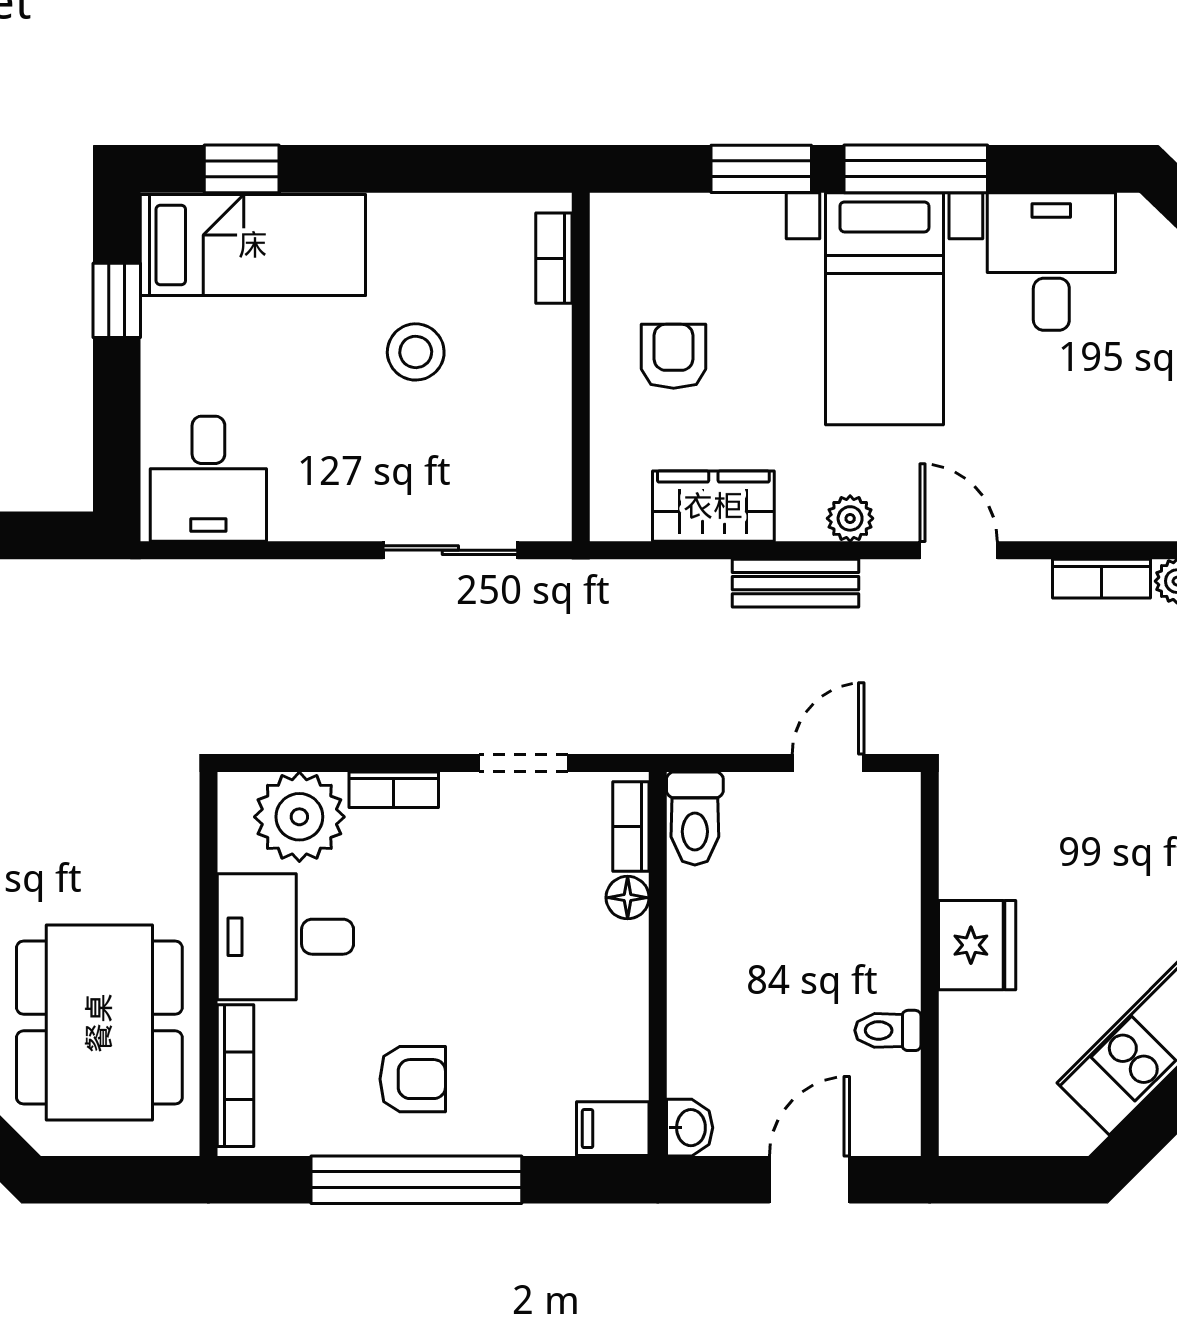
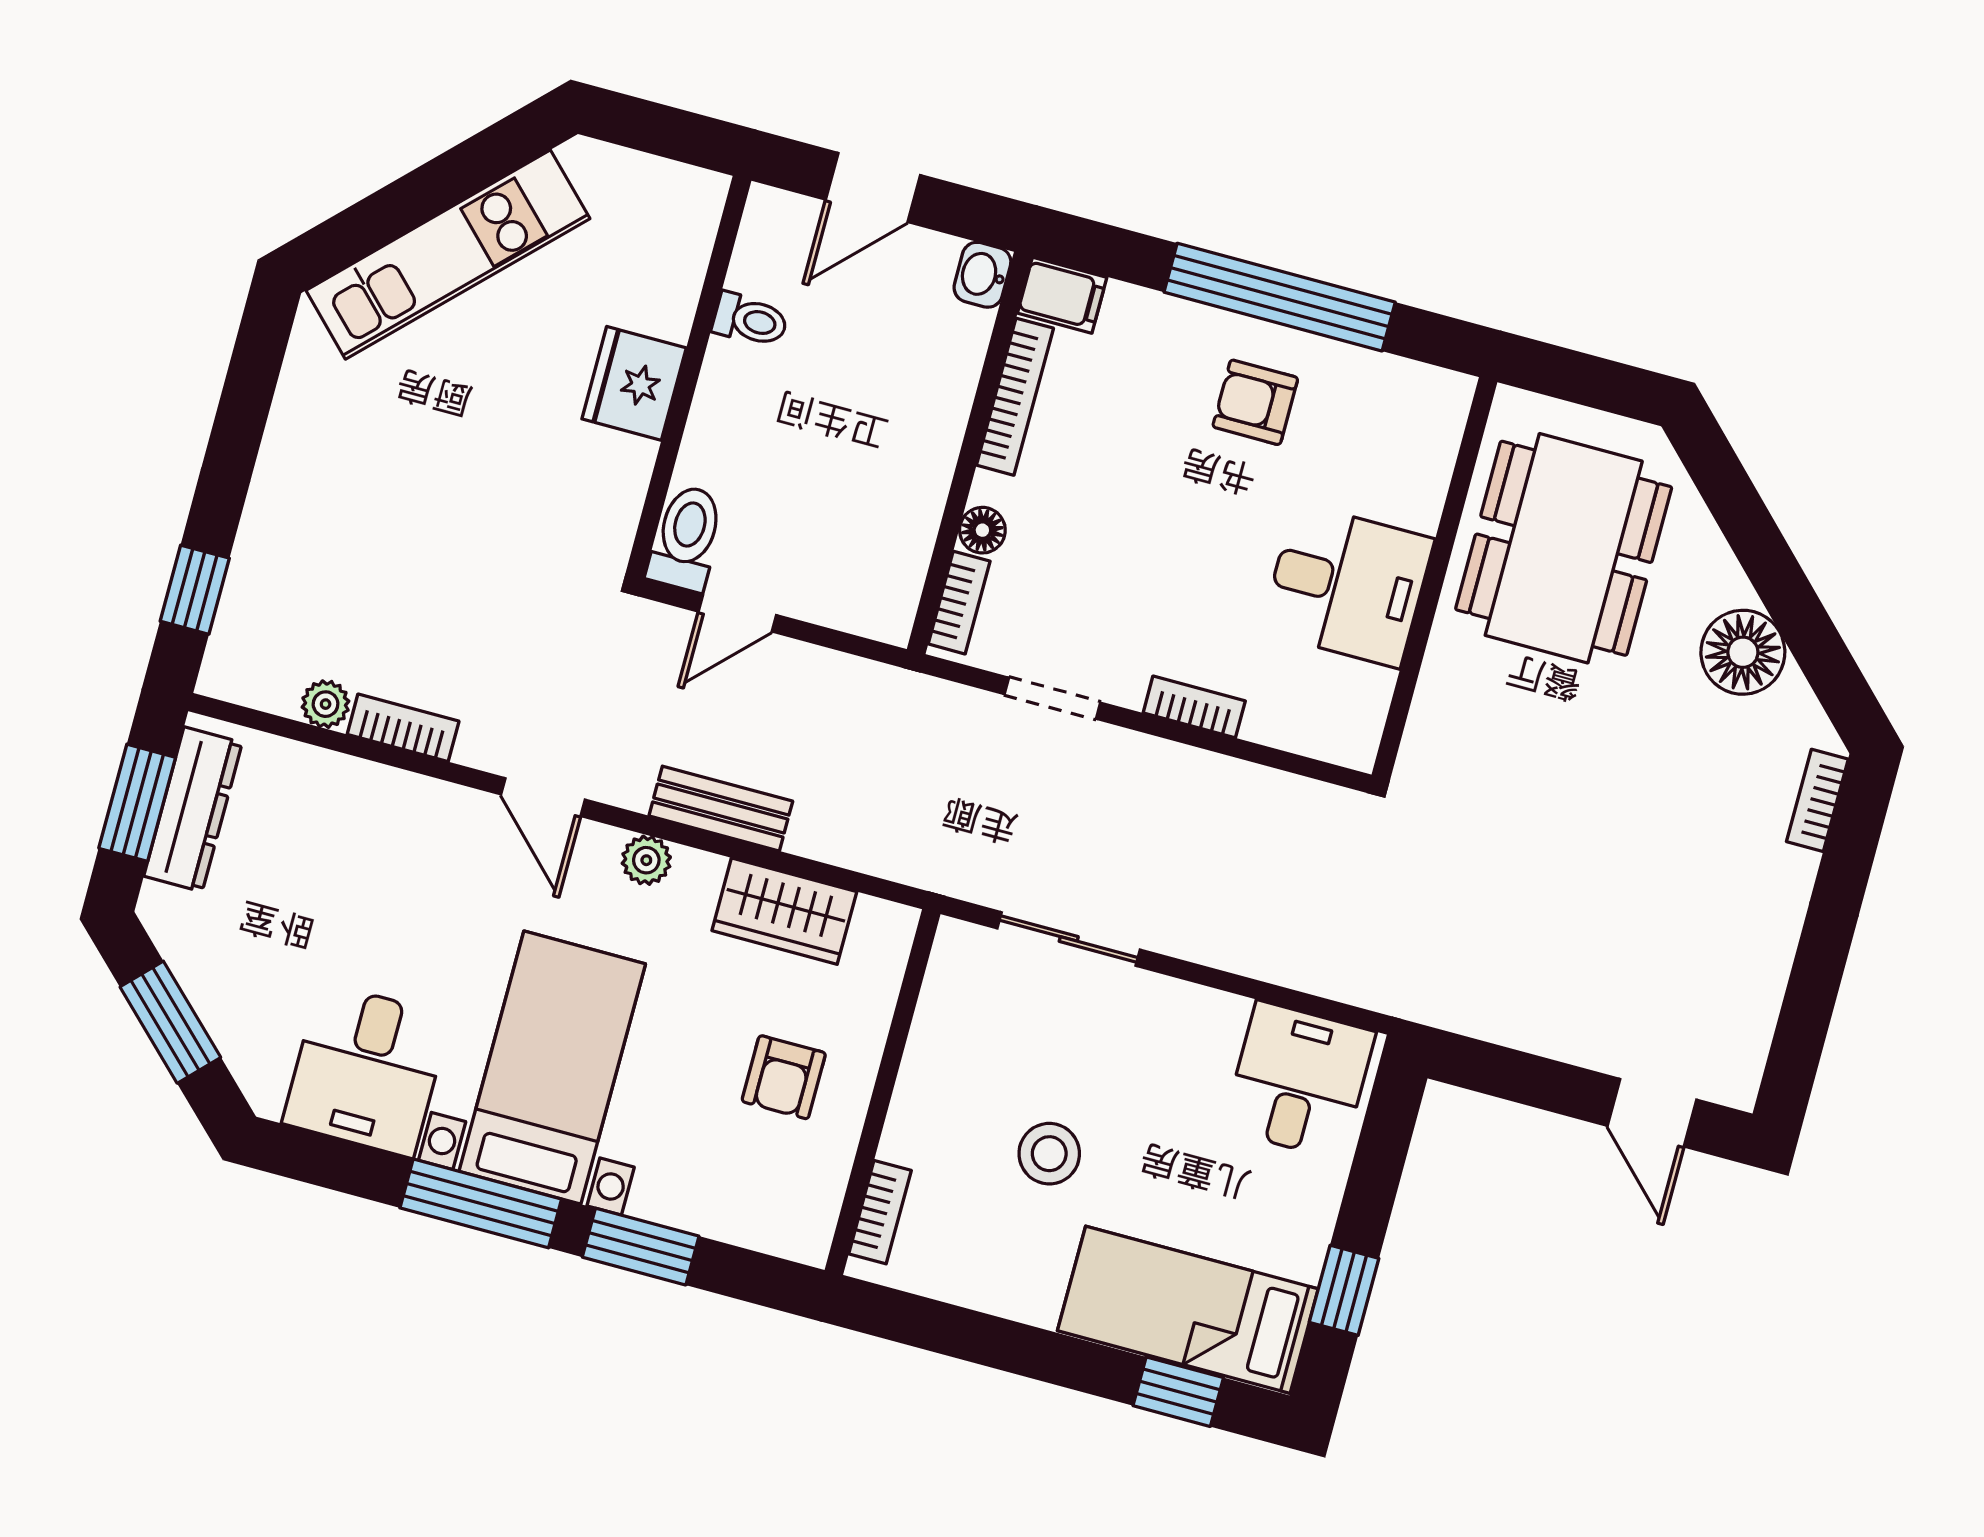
plant: (299, 817) -> (1299, 705), removed
toilet: (695, 818) -> (686, 538), moved
bookcase: (235, 1076) -> (1015, 397), moved, turned 180

